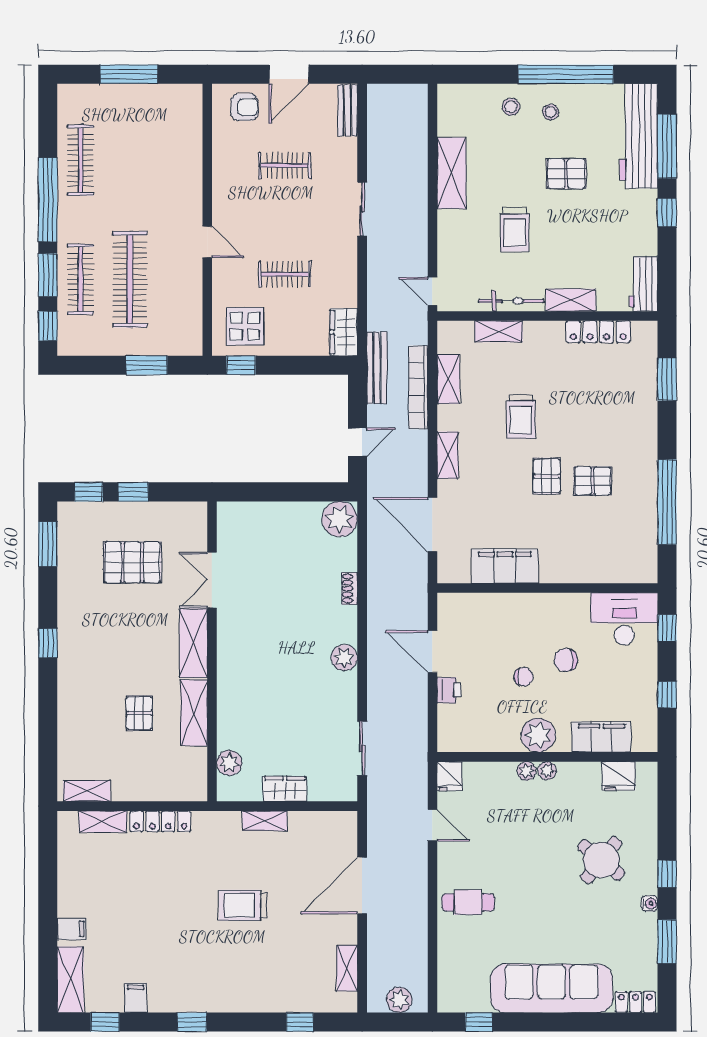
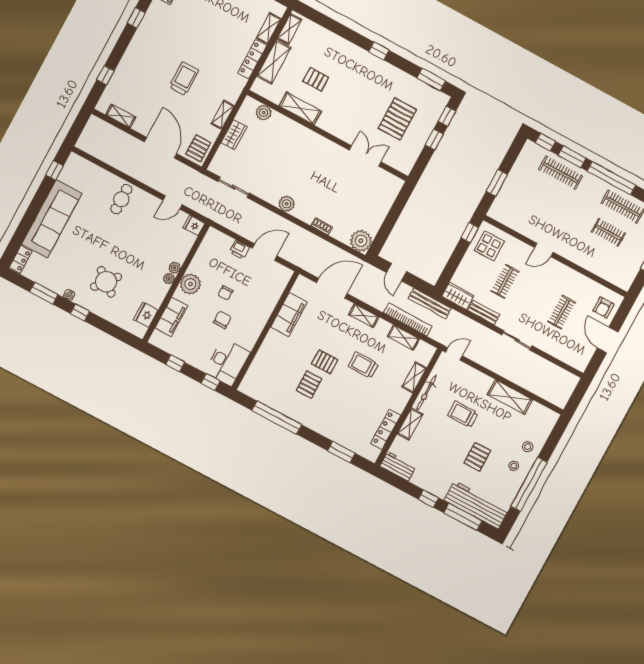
bench: (348, 110) -> (484, 312), moved
clothes rail: (130, 279) -> (608, 232), moved, width x0.54, depth x0.76
shelving: (193, 643) -> (274, 62), moved, turned 90
pallet: (333, 830) -> (198, 148), added
plant: (399, 1000) -> (89, 135), removed

